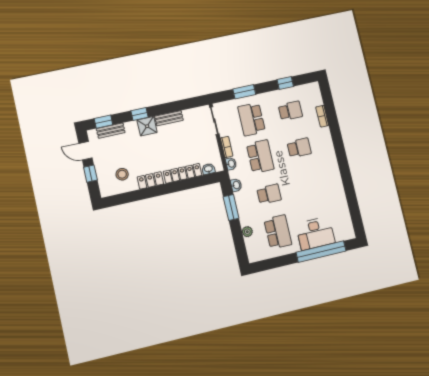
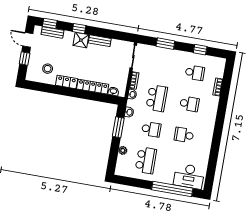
school desk: (252, 119) -> (184, 135), moved, width x0.54
desk: (315, 233) -> (189, 176), moved

